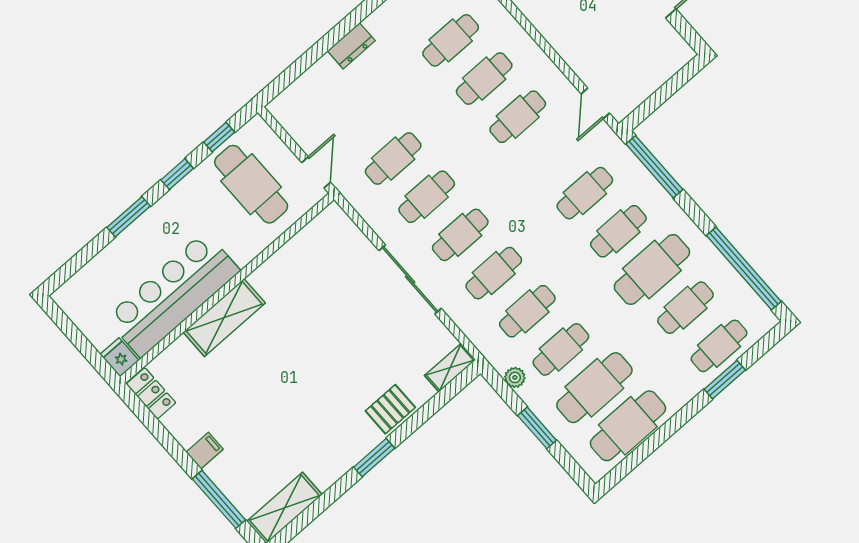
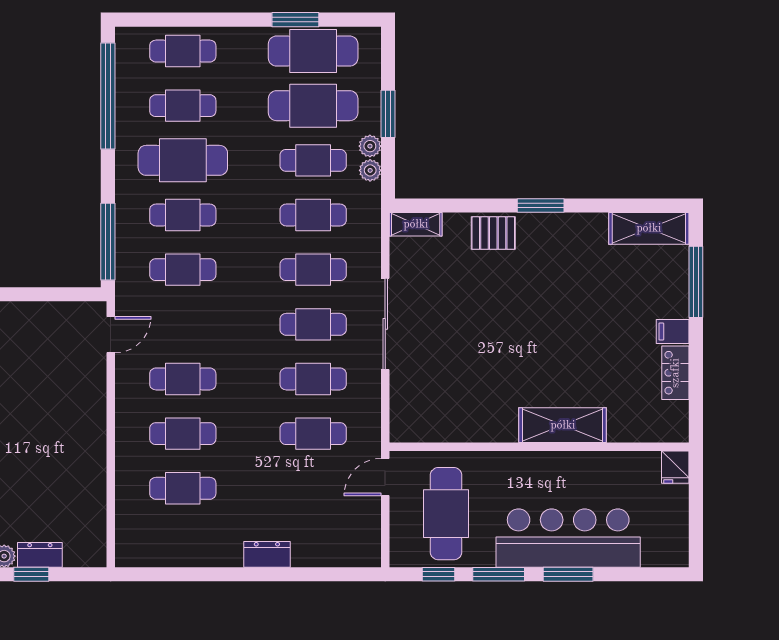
window: (177, 174) -> (499, 574), width x1.50
bar counter: (173, 294) -> (568, 538), moved, turned 180
window: (725, 380) -> (295, 20), moved
locker: (151, 393) -> (675, 373), moved
plant: (530, 394) -> (370, 146), added

